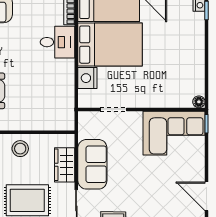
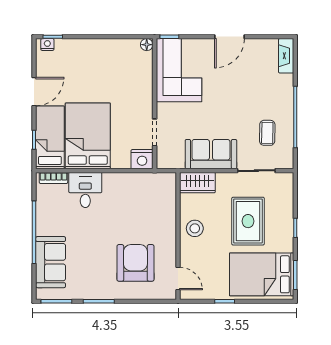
nightstand: (87, 78) -> (142, 159), moved
wardrobe: (65, 165) -> (197, 183), moved
door: (207, 196) -> (229, 37), moved

